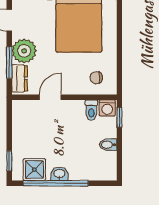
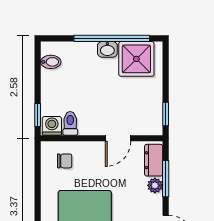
plant: (24, 51) -> (155, 185), width x0.53, depth x0.53
bidet: (108, 145) -> (51, 62), moved
window: (9, 161) -> (166, 114), moved
shower: (34, 170) -> (136, 59), width x1.36, depth x1.36

